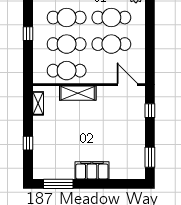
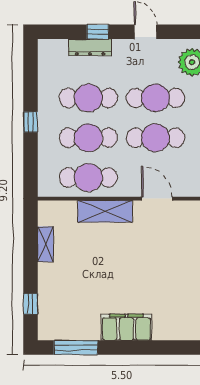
door: (127, 85) -> (157, 199), moved
shelving: (38, 103) -> (46, 244), moved
window: (28, 143) -> (30, 304), moved

